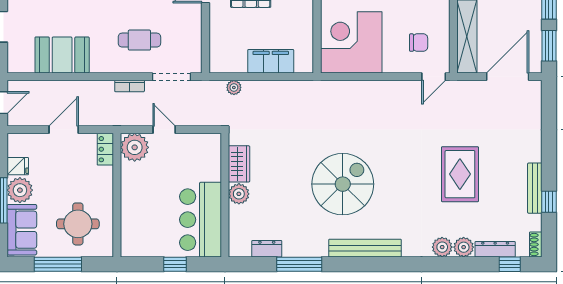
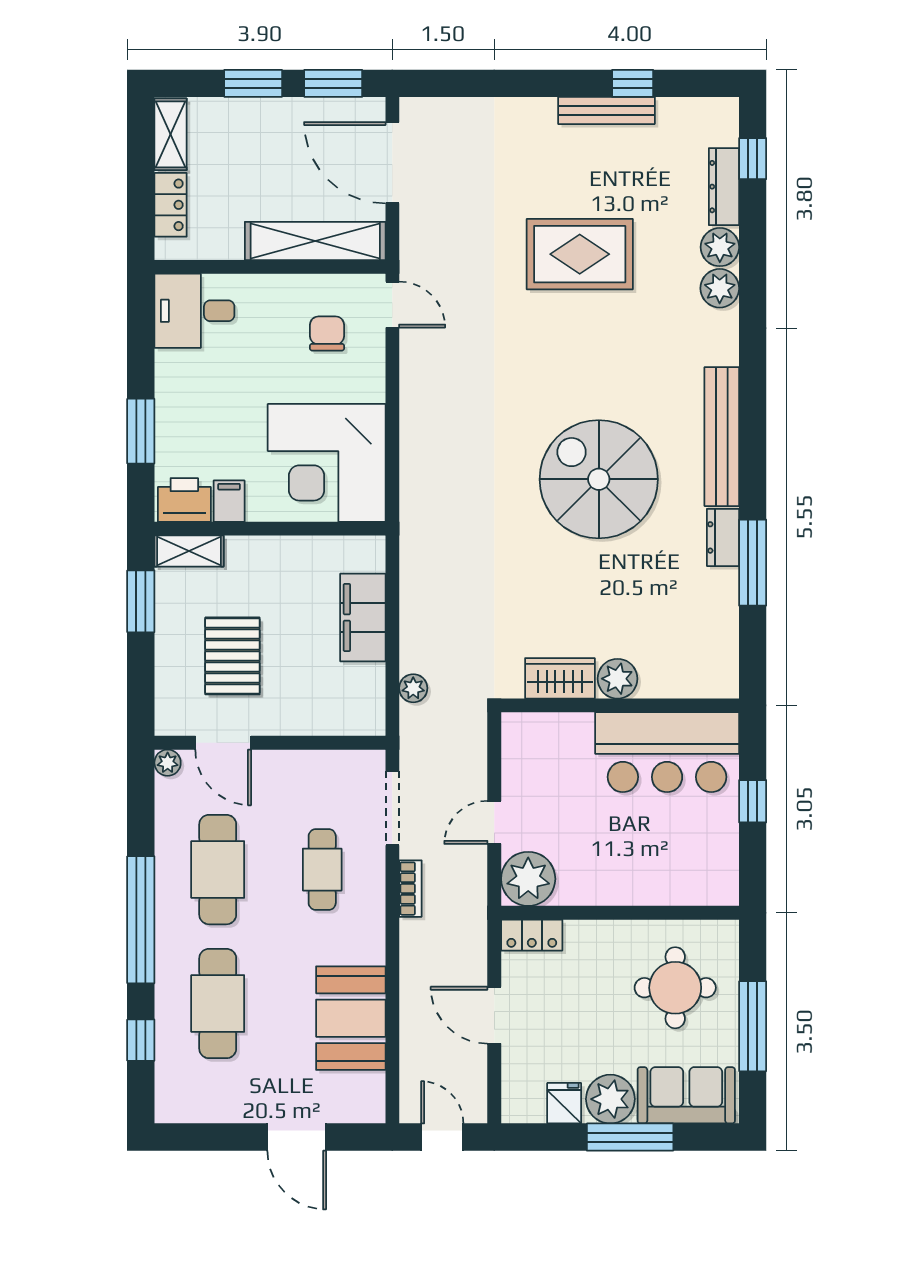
shoe rack: (536, 245) -> (715, 109), removed
dresser: (267, 249) -> (723, 537), moved

